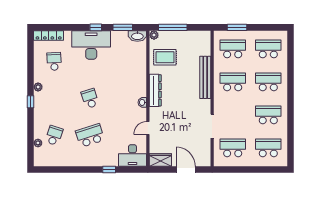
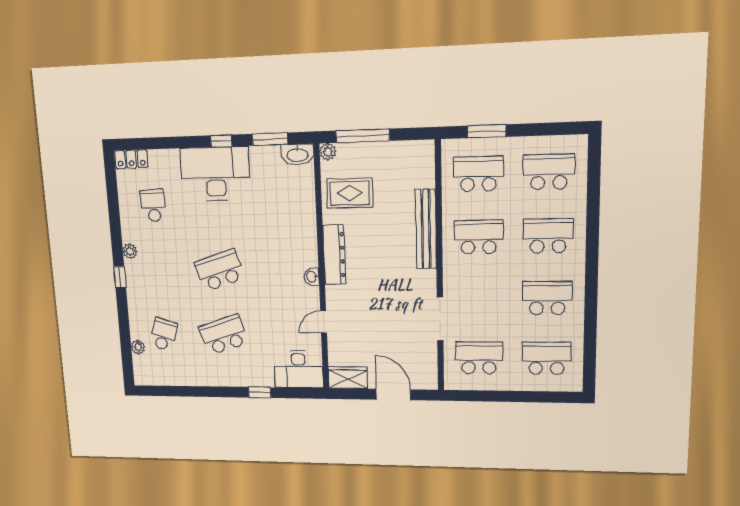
locker: (49, 35) -> (131, 159), width x0.66
school desk: (90, 98) -> (220, 270), width x1.85

